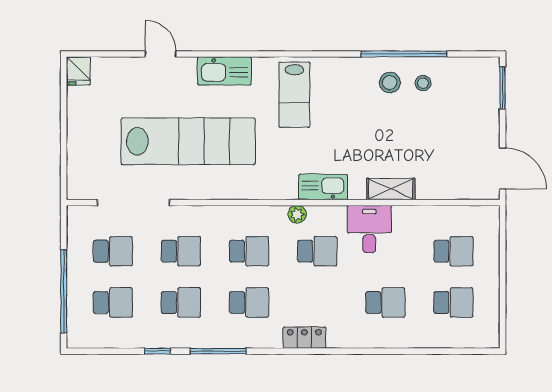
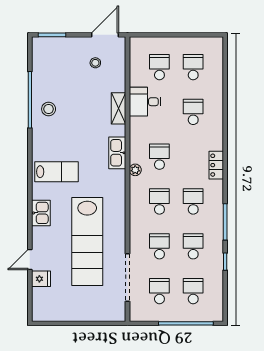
fridge: (78, 71) -> (41, 279), moved
kitchen sink: (224, 71) -> (41, 213), width x0.73
stool: (423, 83) -> (95, 63), moved
lab bench: (188, 141) -> (87, 242), turned 180
desk: (369, 229) -> (145, 102), moved

